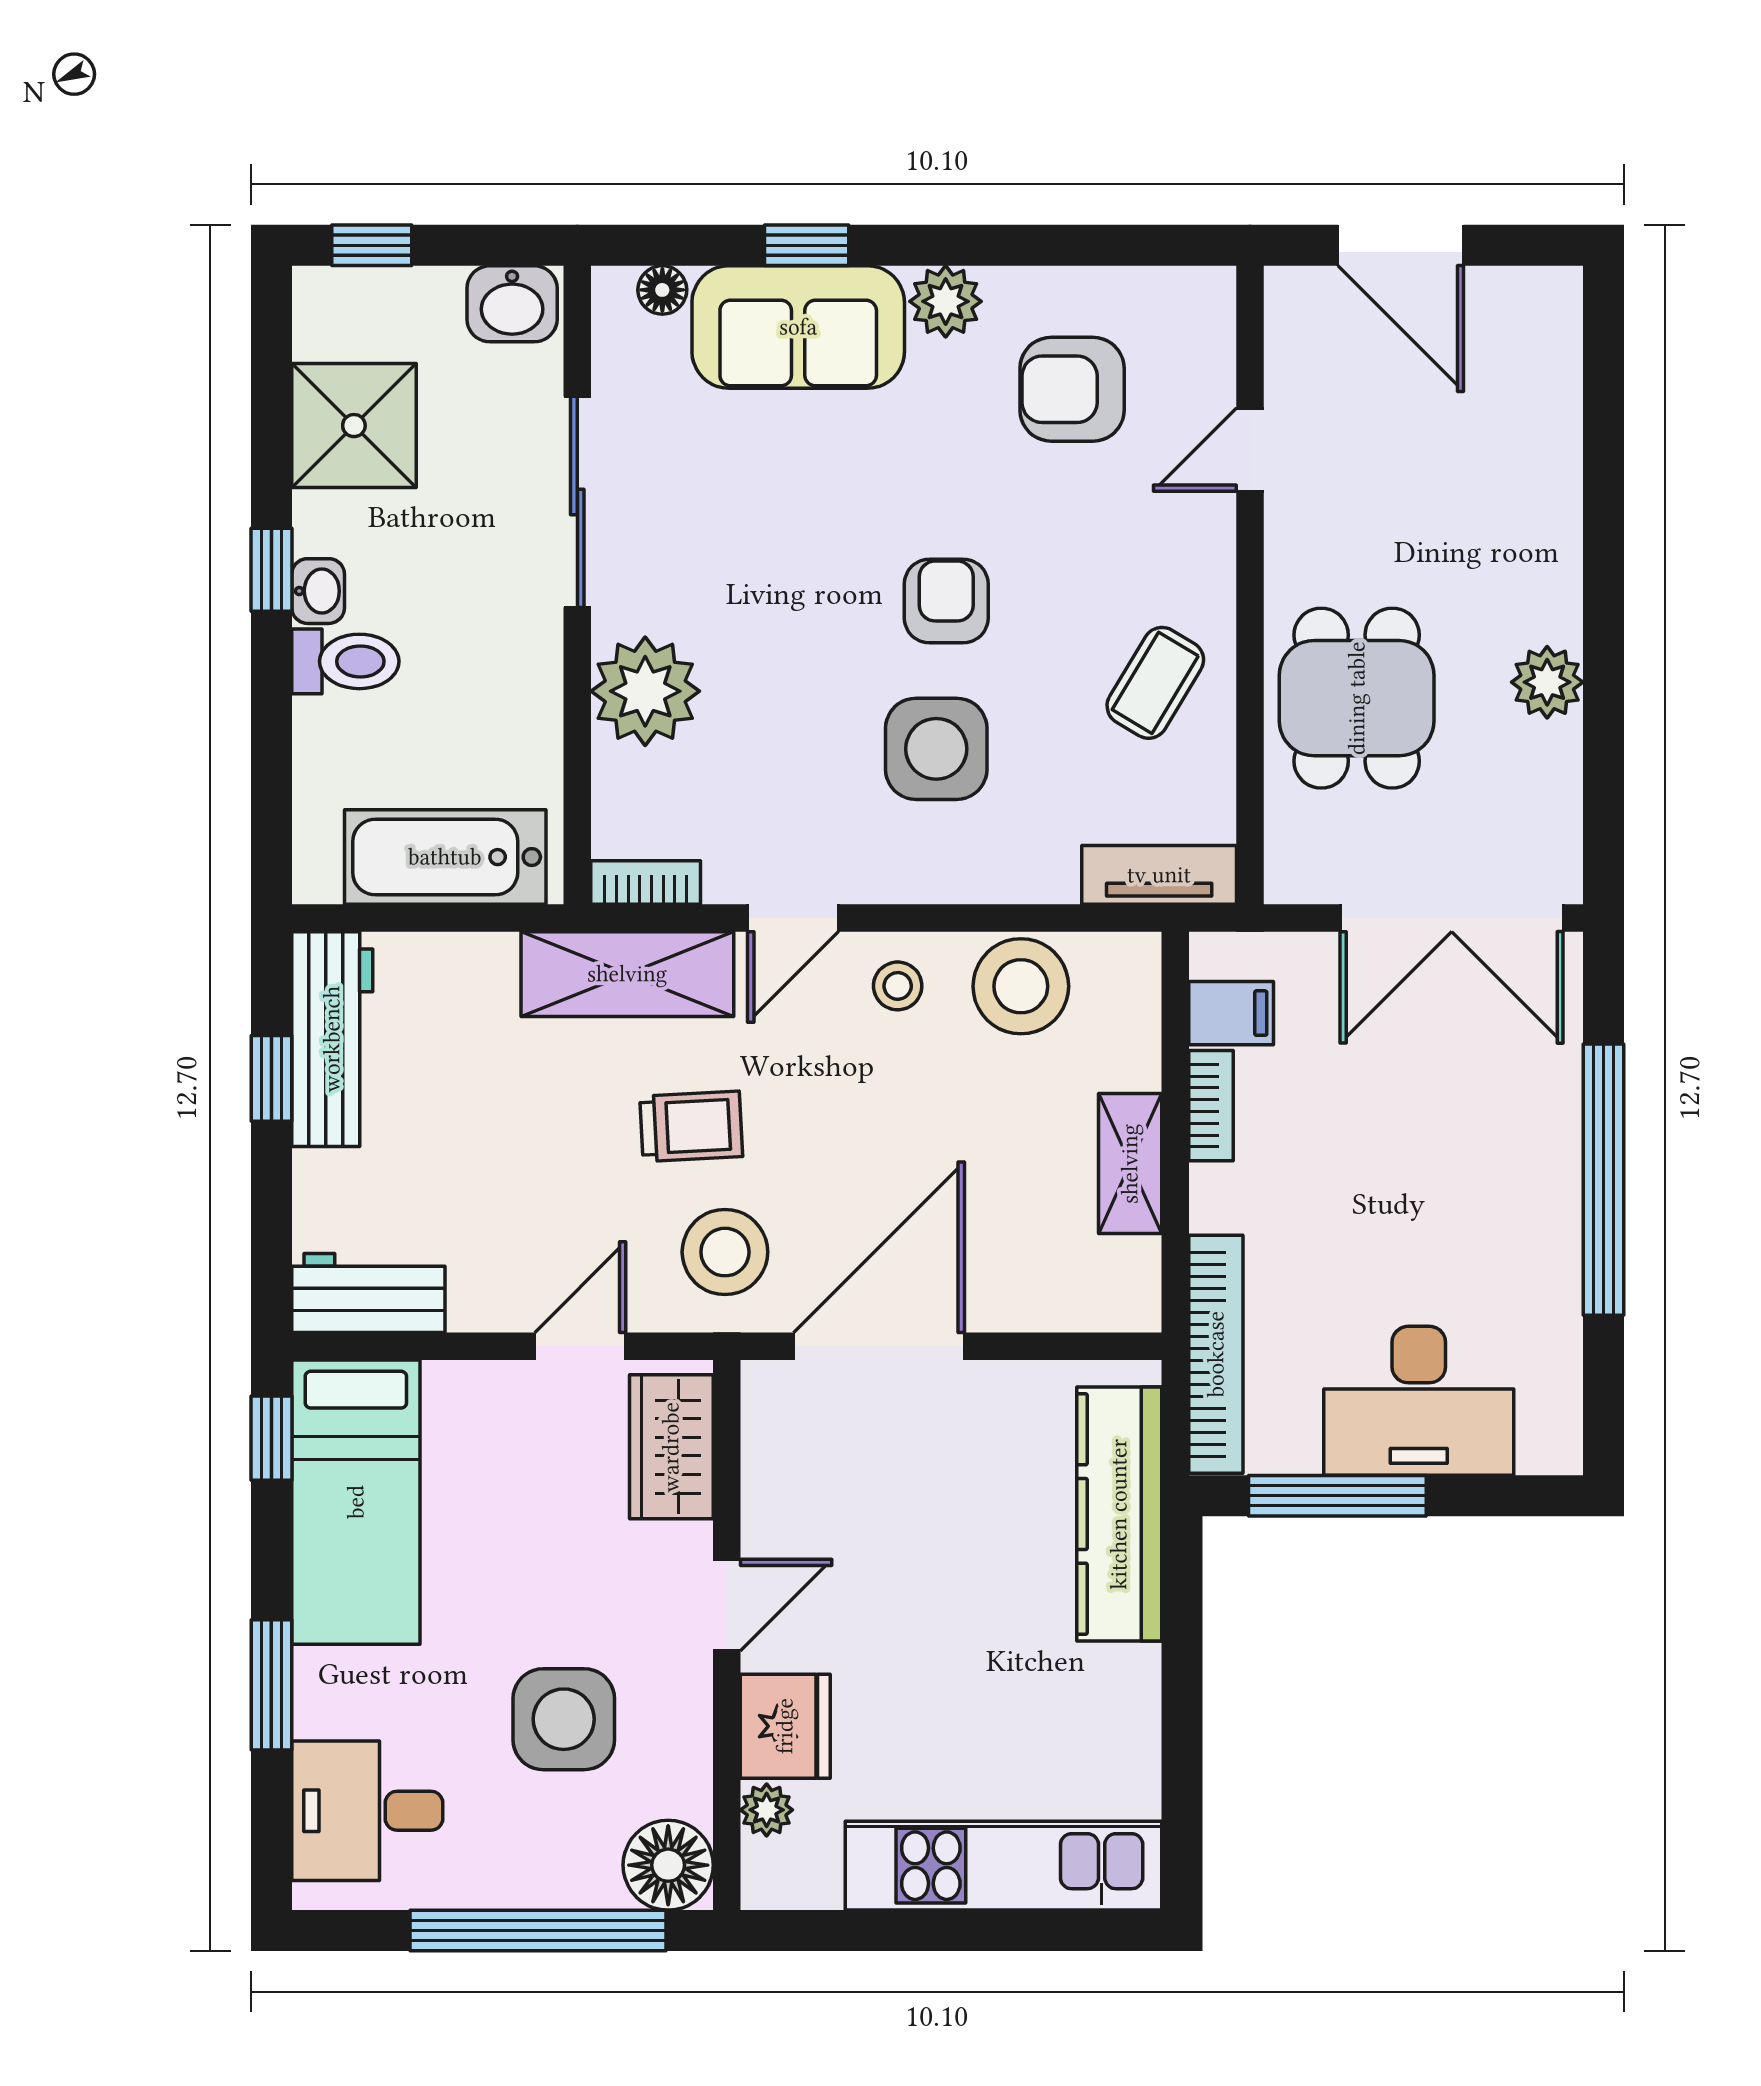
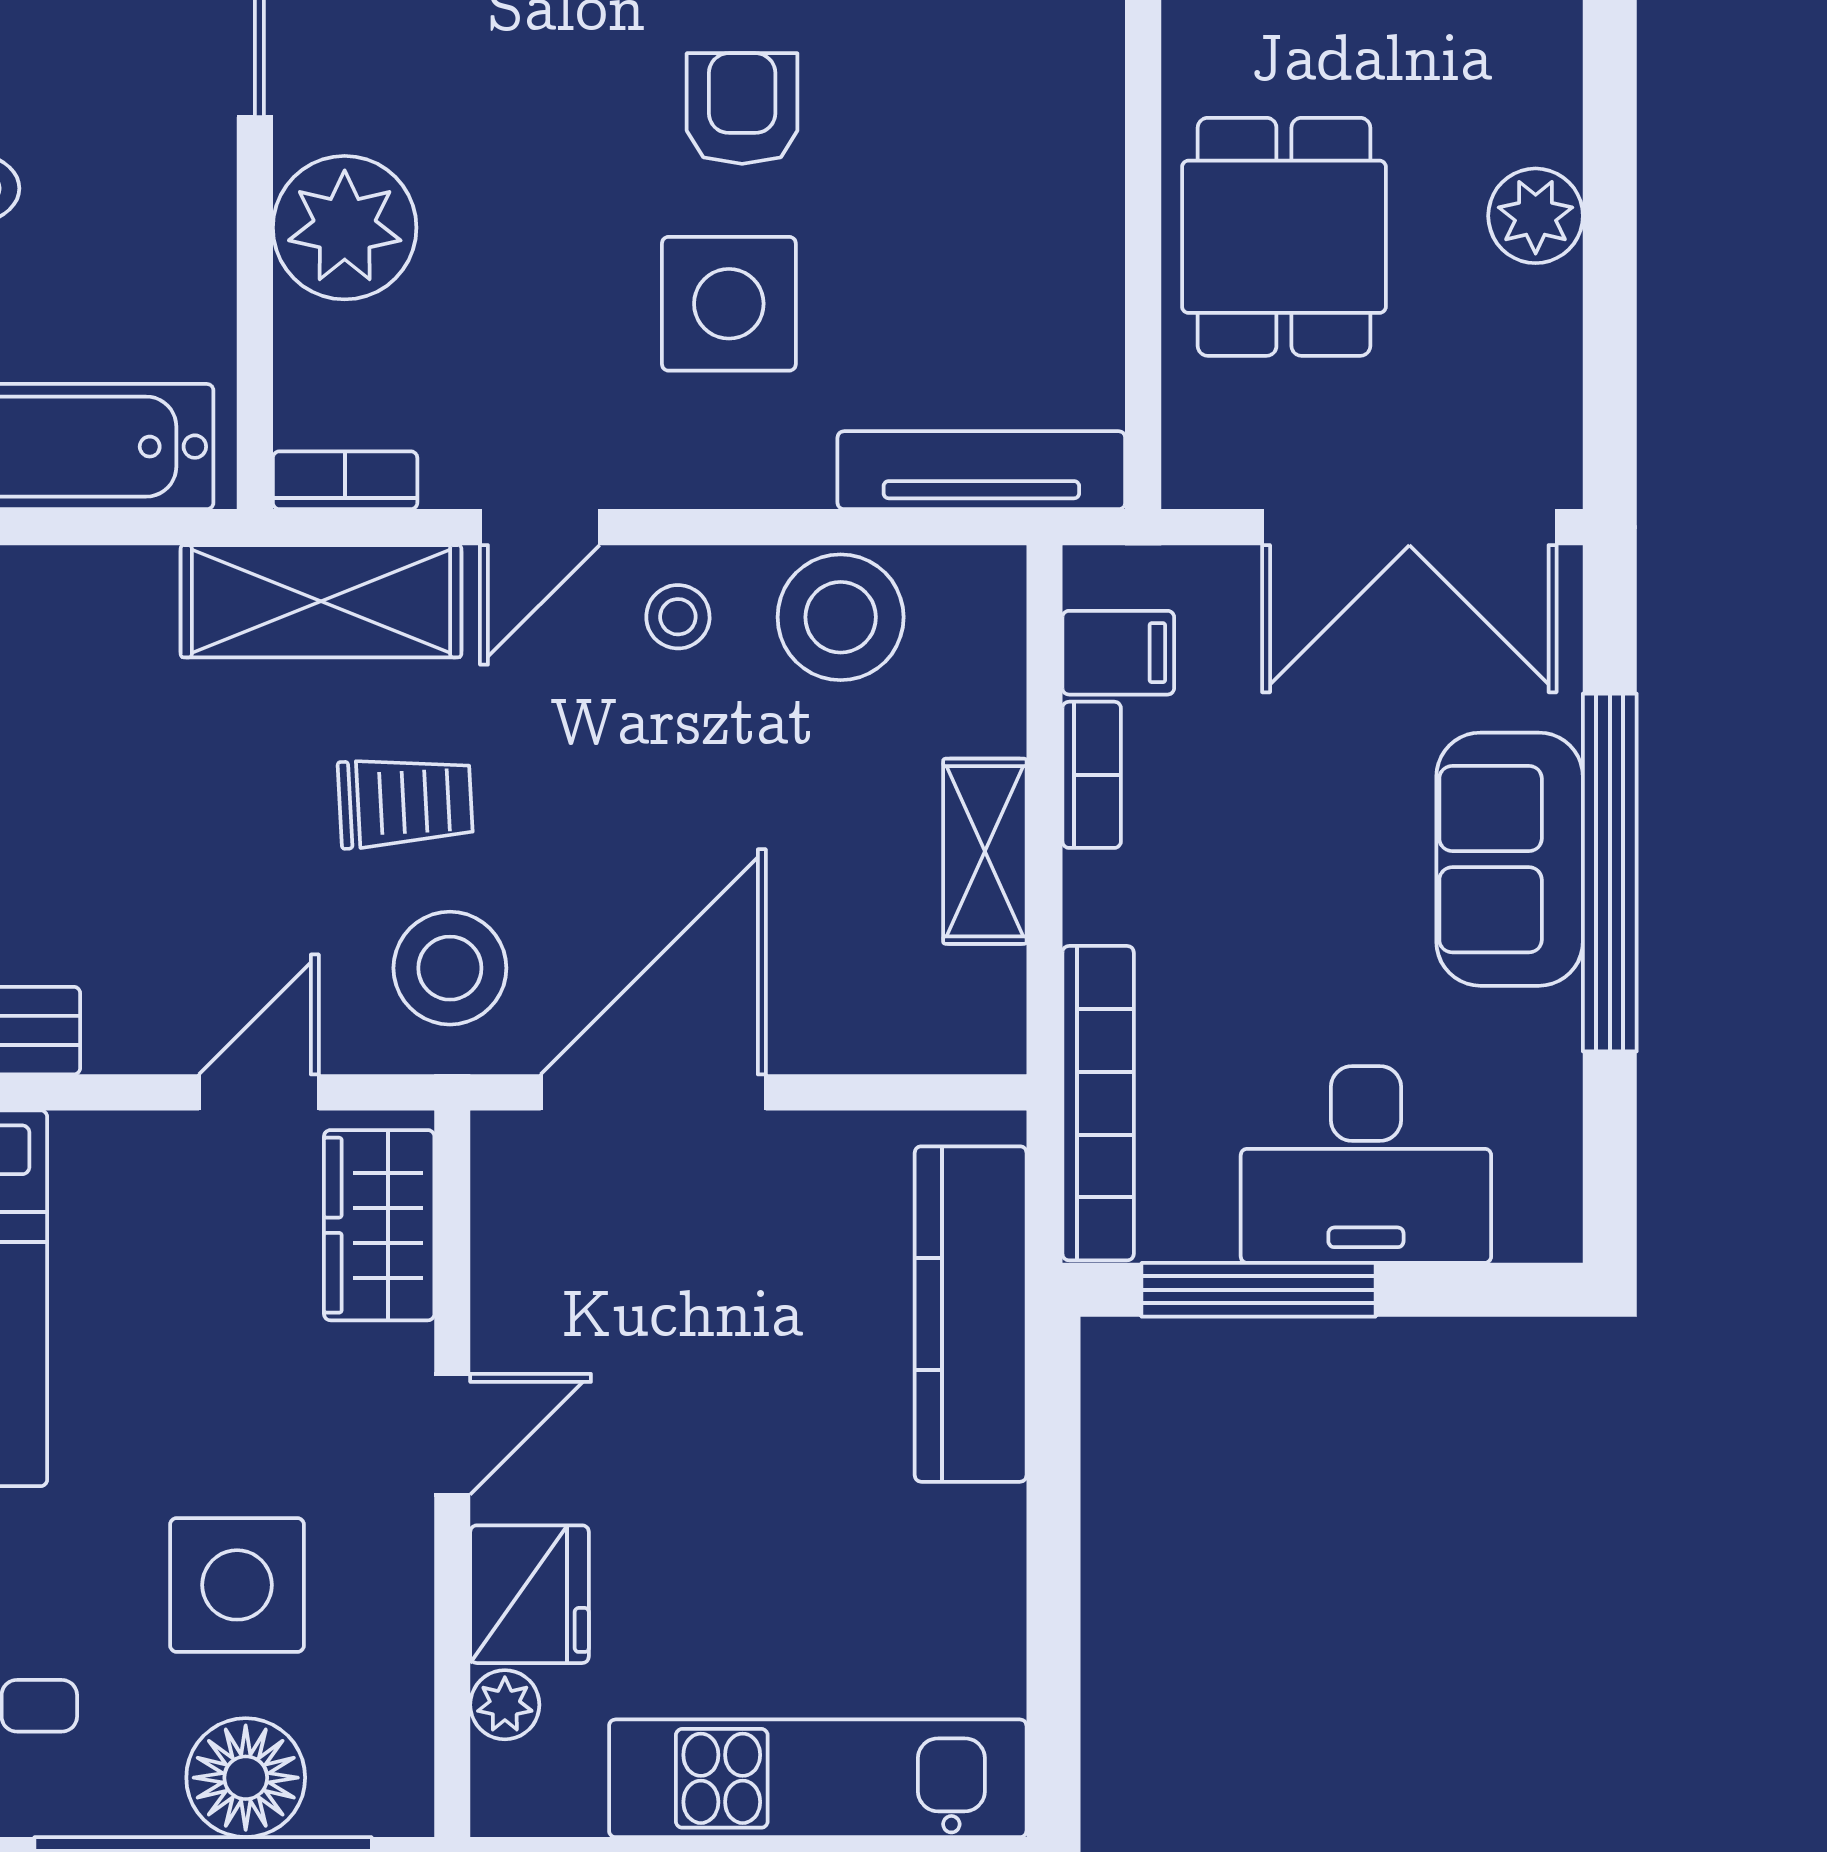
coffee table: (1155, 683) -> (1018, 217), removed
tv unit: (1159, 875) -> (981, 470), width x1.41
sofa: (1528, 1169) -> (1510, 859), added
floor lamp: (668, 1865) -> (246, 1778), moved

